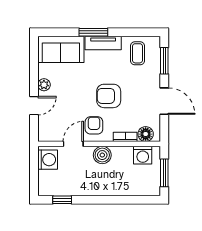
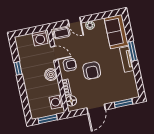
coffee table: (137, 53) -> (62, 33), moved
armchair: (109, 96) -> (92, 71), turned 180
window: (62, 200) -> (18, 68), moved

